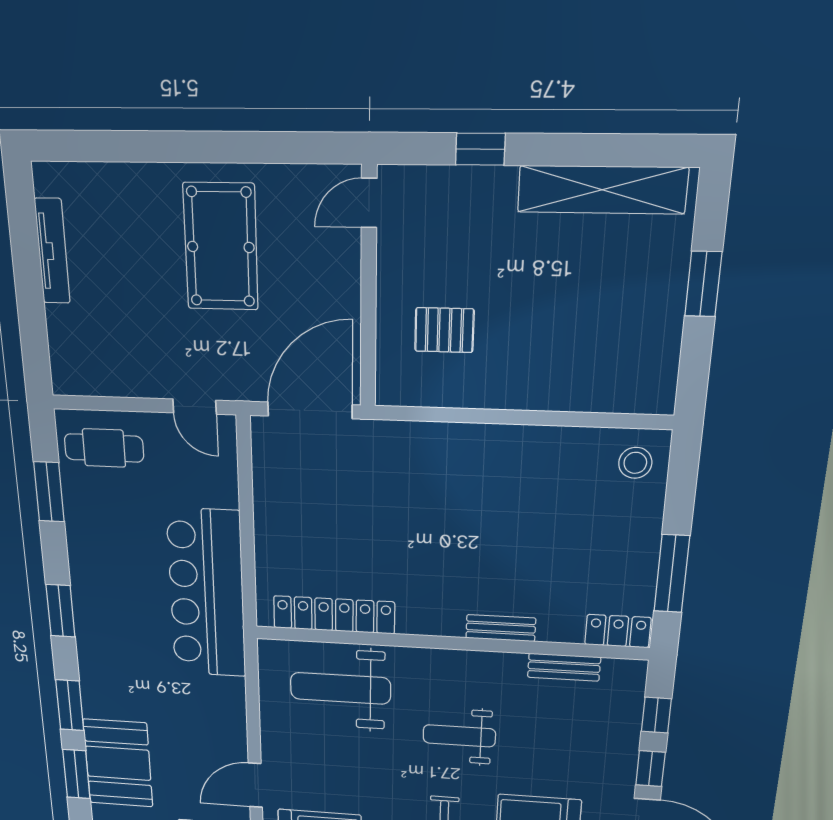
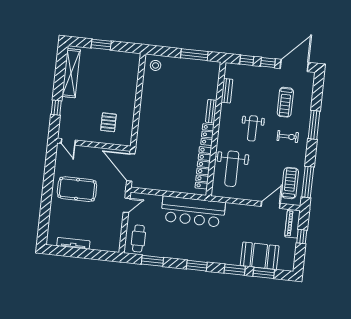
locker: (618, 631) -> (207, 135), moved
door: (255, 785) -> (271, 205), swing flipped

